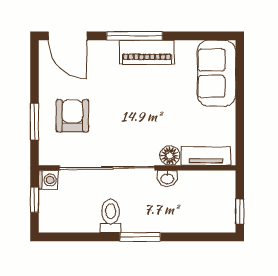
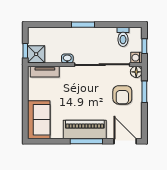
piano: (147, 52) -> (85, 130), width x1.37, depth x1.33
floor lamp: (170, 156) -> (136, 72), moved
shower: (221, 186) -> (36, 54), added
window: (240, 212) -> (25, 51), moved
toilet: (111, 216) -> (123, 37), moved

